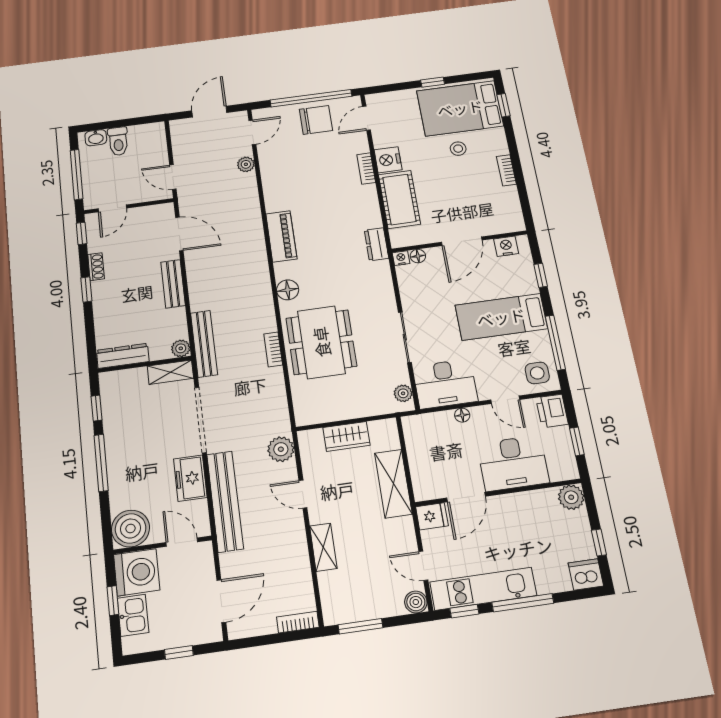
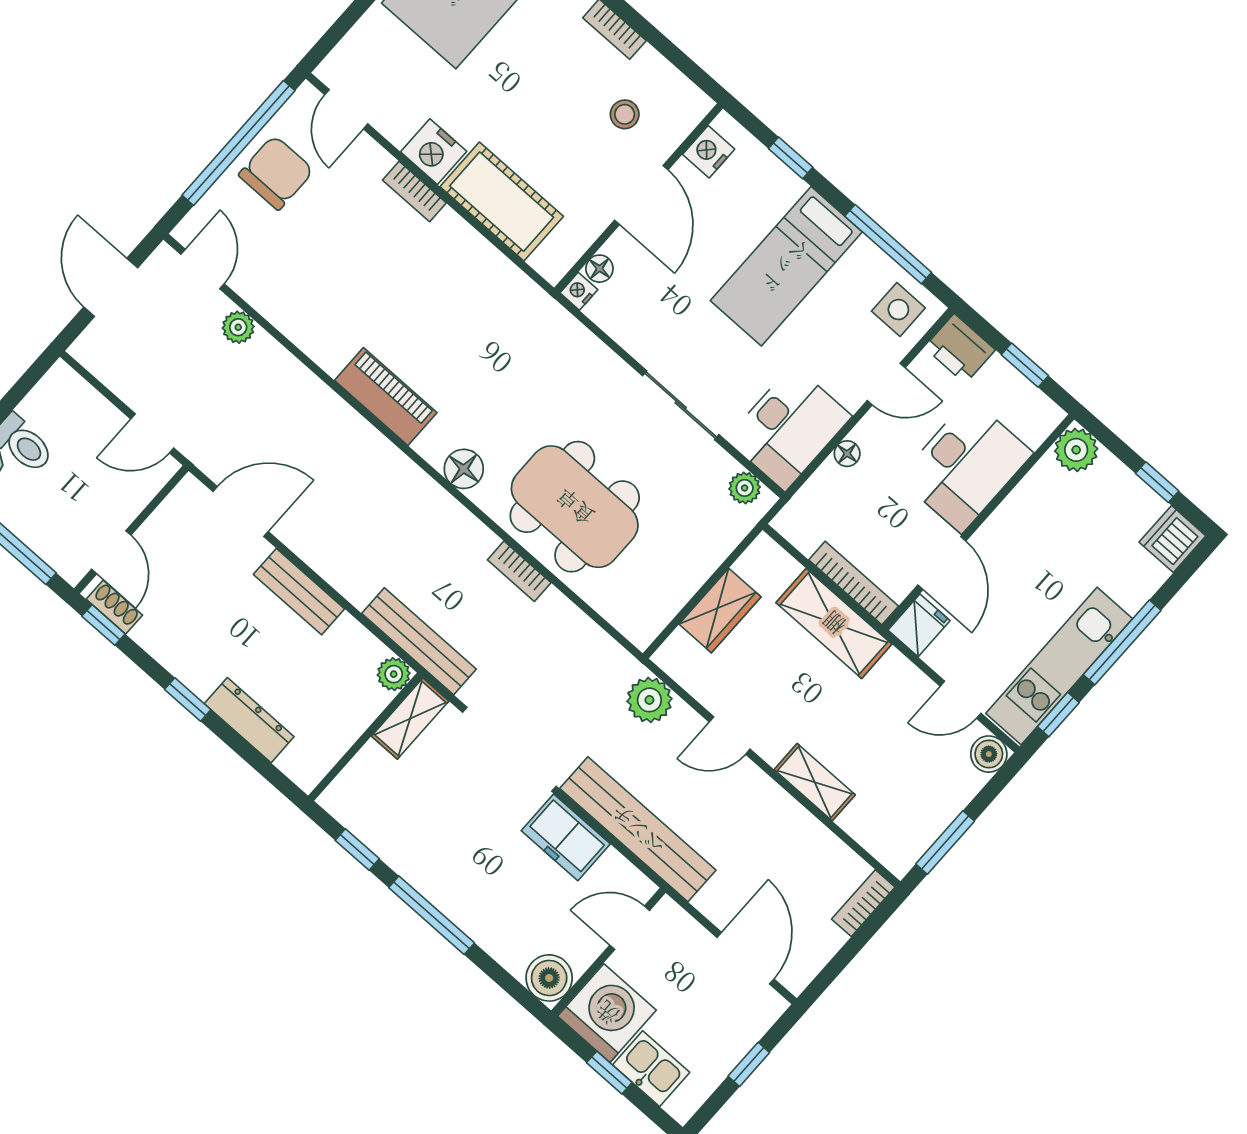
stool: (458, 149) -> (625, 114), moved
dresser: (376, 244) -> (528, 298), removed
shoe rack: (96, 267) -> (114, 607), moved
dresser: (123, 356) -> (249, 720), moved, turned 90
bookcase: (417, 473) -> (854, 583), added
boiler: (131, 528) -> (549, 978), width x0.73, depth x0.73

